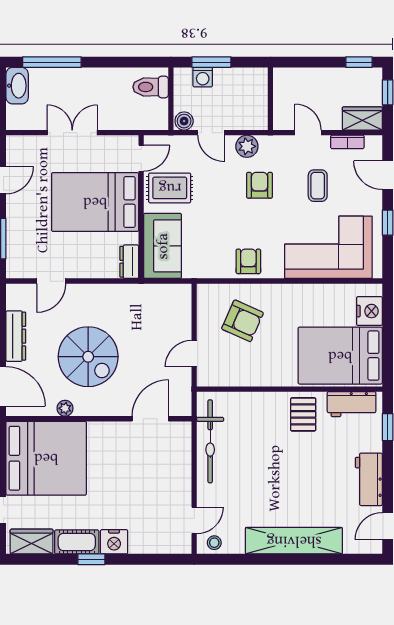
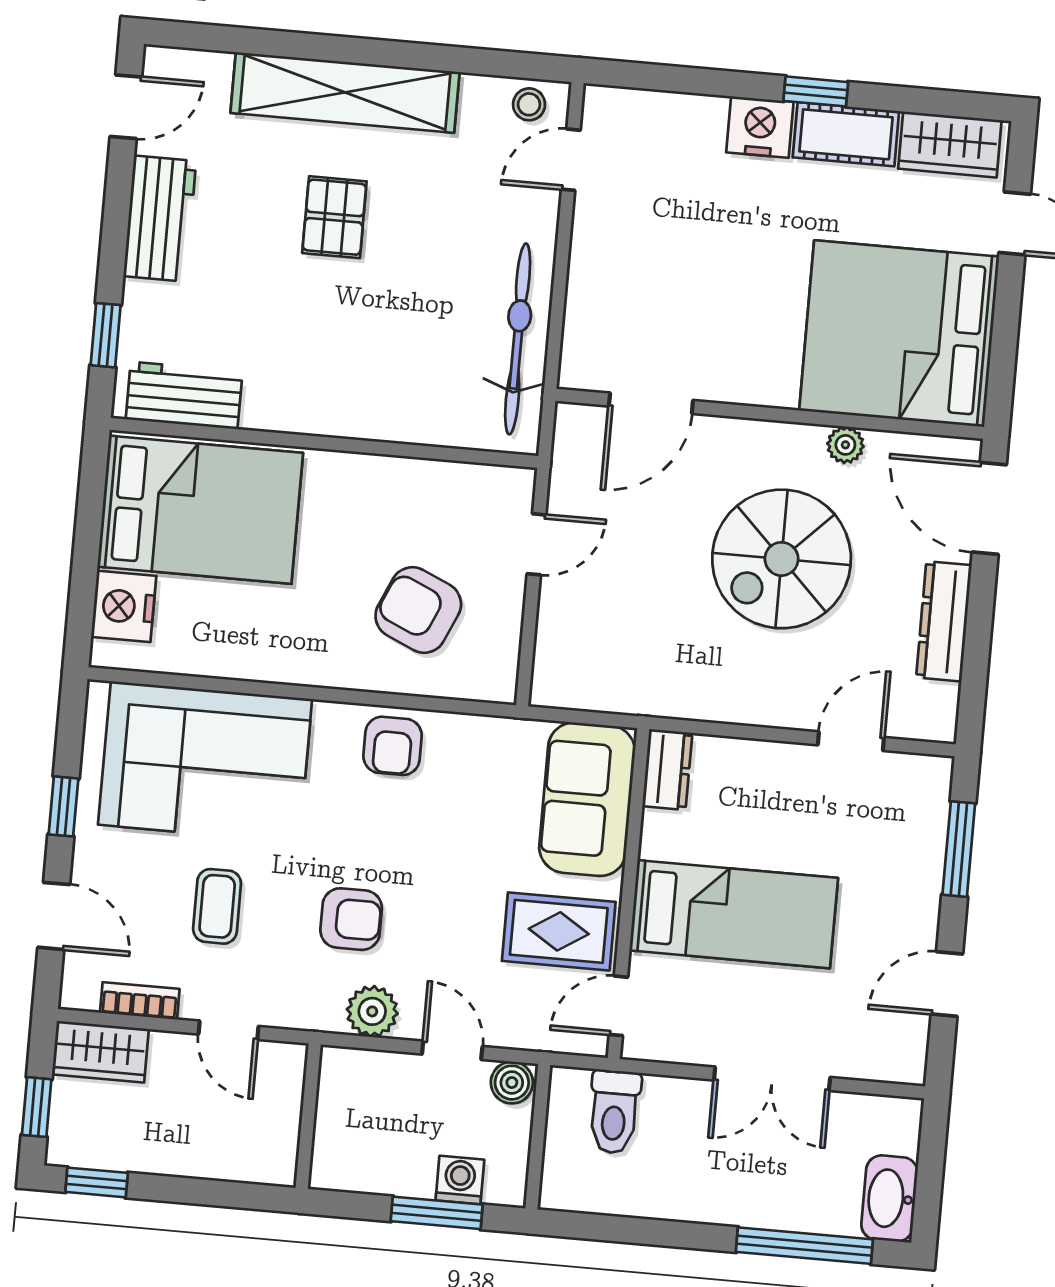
toilet: (151, 87) -> (614, 1112), moved, turned 90
armchair: (260, 185) -> (351, 919), turned -90
bed: (95, 202) -> (734, 914), width x0.67
spiral stairs: (88, 357) -> (782, 559), turned -90
pallet: (303, 414) -> (334, 217), moved

